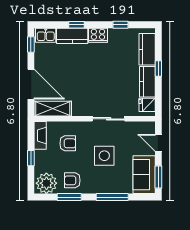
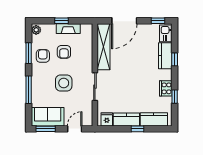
cooker: (98, 35) -> (166, 88), moved
shelving: (53, 109) -> (104, 47), width x1.47
fireplace: (40, 135) -> (68, 29), moved
armchair: (68, 143) -> (64, 52), moved
plant: (46, 183) -> (36, 30), width x0.53, depth x0.53

